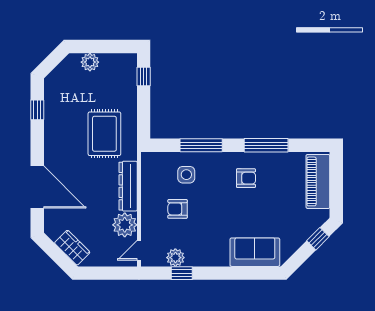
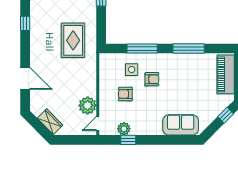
armchair: (246, 178) -> (152, 79), moved
dresser: (128, 186) -> (90, 78), removed
door: (37, 187) -> (25, 78), width x0.73

